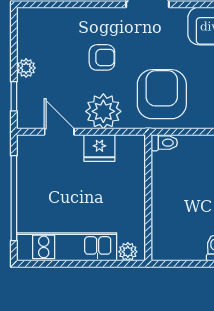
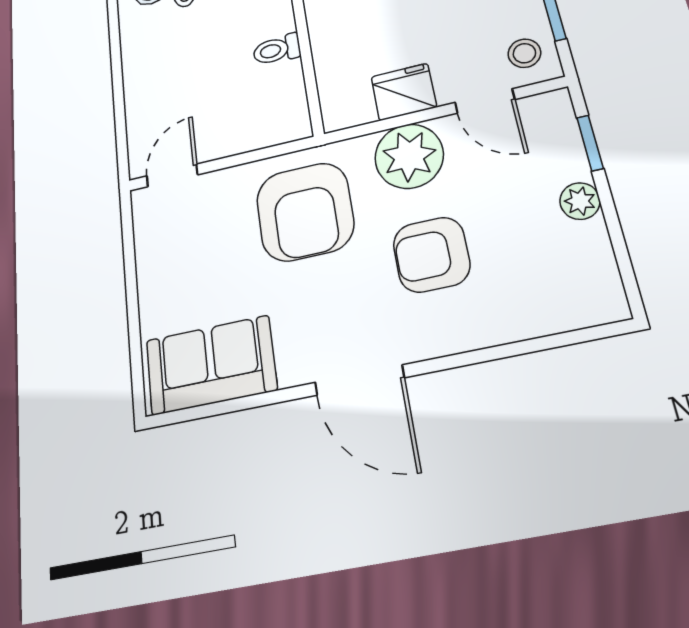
armchair: (102, 57) -> (431, 255), width x1.38, depth x1.38
toilet: (164, 143) -> (277, 50), moved
stool: (34, 153) -> (524, 53), added

